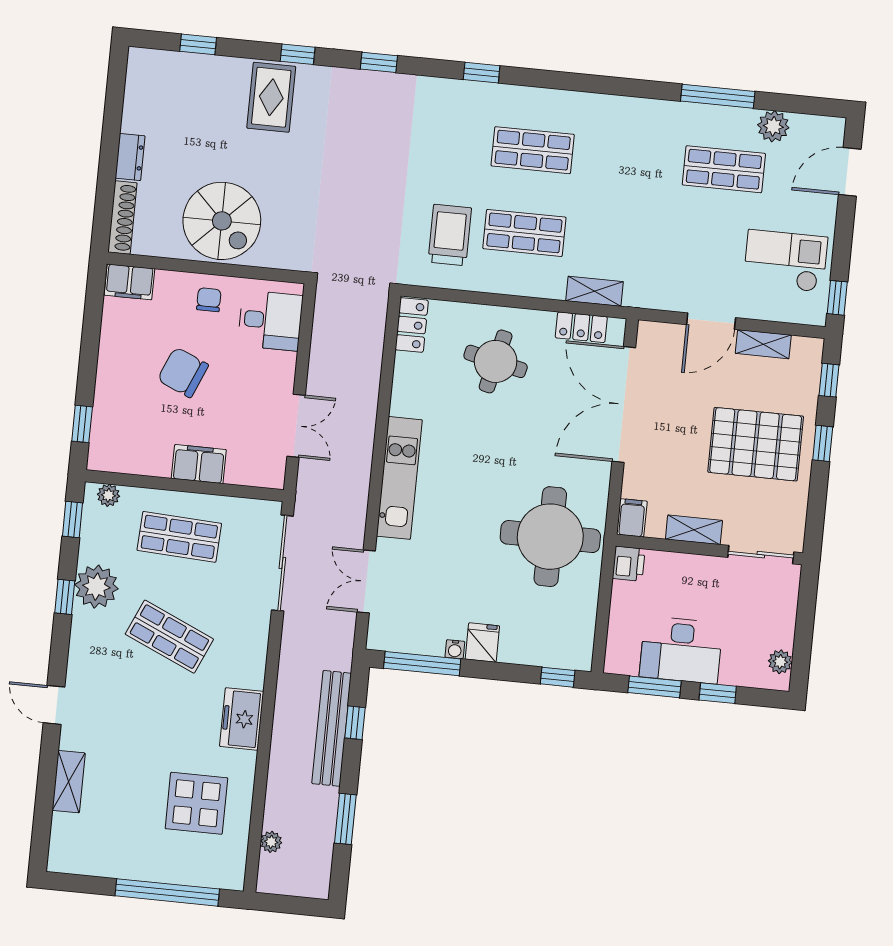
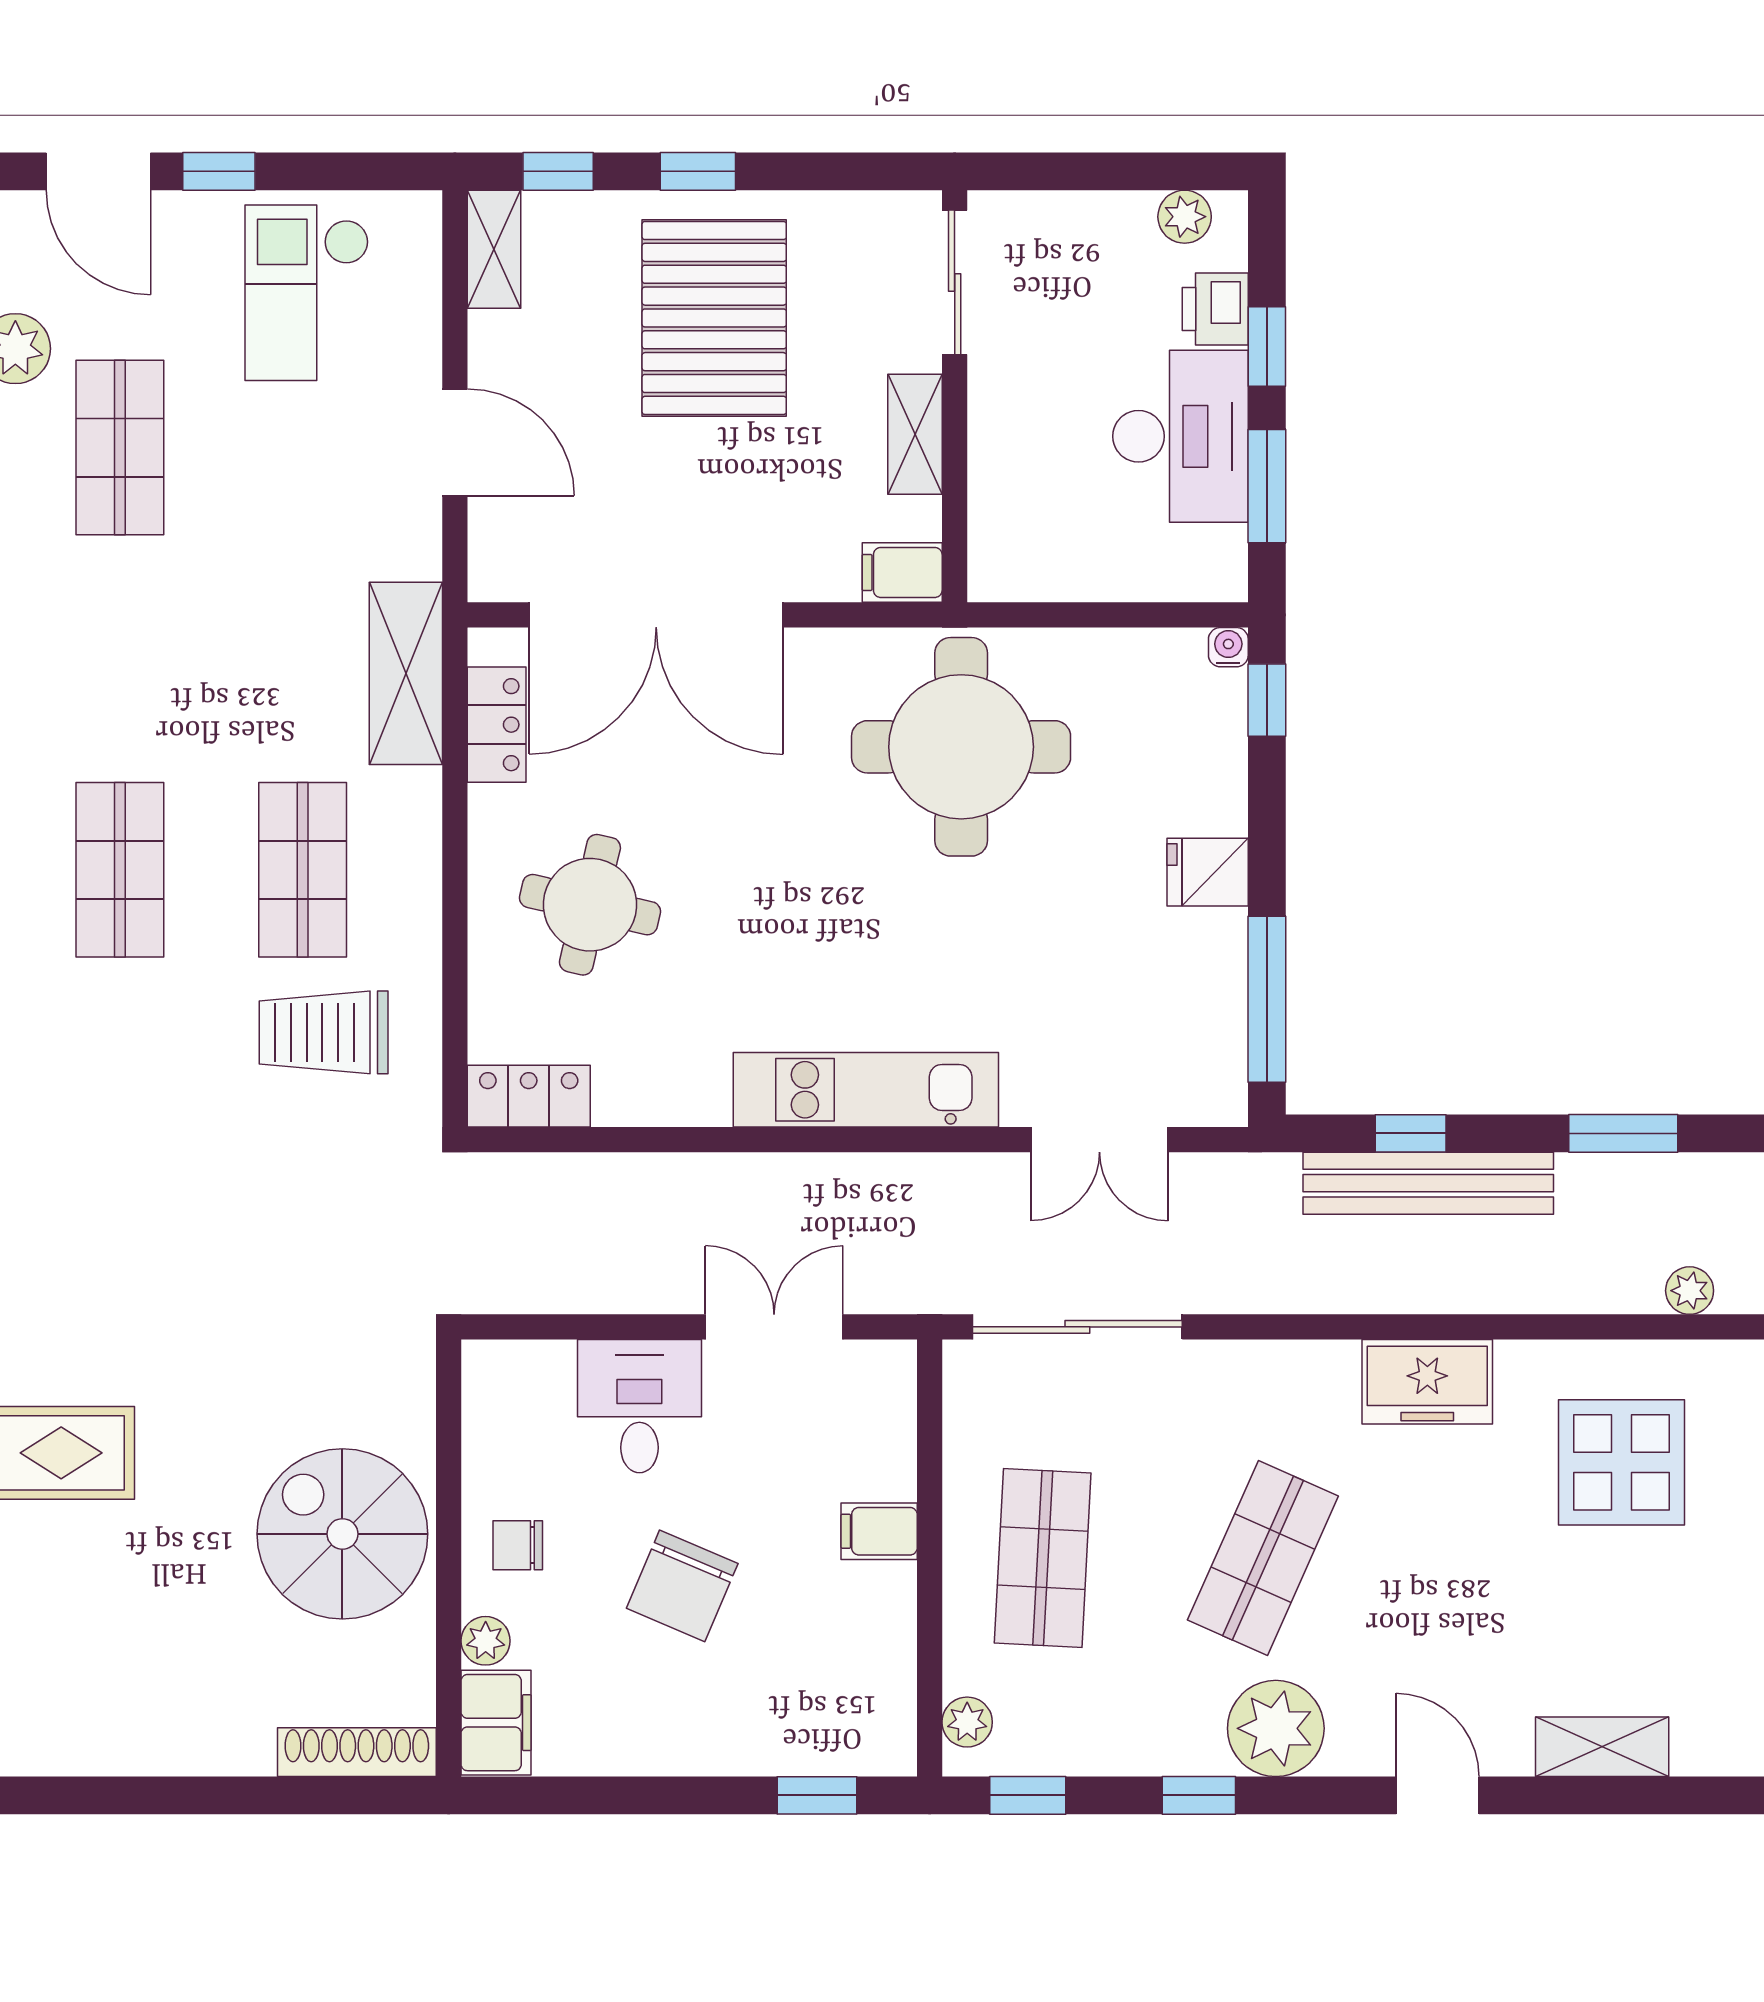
dresser: (130, 157) -> (223, 1749), removed
spiral stairs: (222, 221) -> (342, 1534), turned -90
plant: (167, 281) -> (486, 1641), added
shelving: (594, 291) -> (406, 673), width x1.50, depth x1.33
window: (837, 298) -> (219, 171), moved
desk: (270, 321) -> (639, 1406), moved
shelving: (763, 344) -> (494, 249), moved
filing cabinet: (199, 464) -> (879, 1531), width x0.50
printer: (629, 564) -> (1215, 309), moved, turned -90
plant: (96, 587) -> (1276, 1728), moved
water cooler: (455, 649) -> (1228, 647), moved, turned -90
door: (54, 705) -> (1438, 1795), swing flipped

